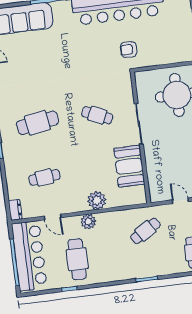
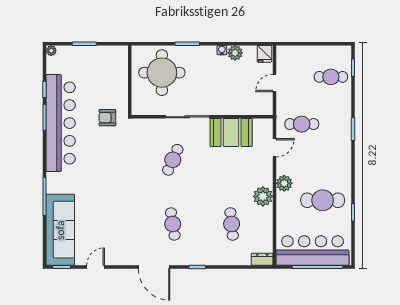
armchair: (129, 50) -> (107, 118), turned 90
cafe table: (37, 123) -> (173, 224), width x0.73, depth x0.74
plant: (97, 200) -> (263, 196), moved
door: (53, 217) -> (274, 148), moved
cafe table: (145, 231) -> (302, 124), turned -59

